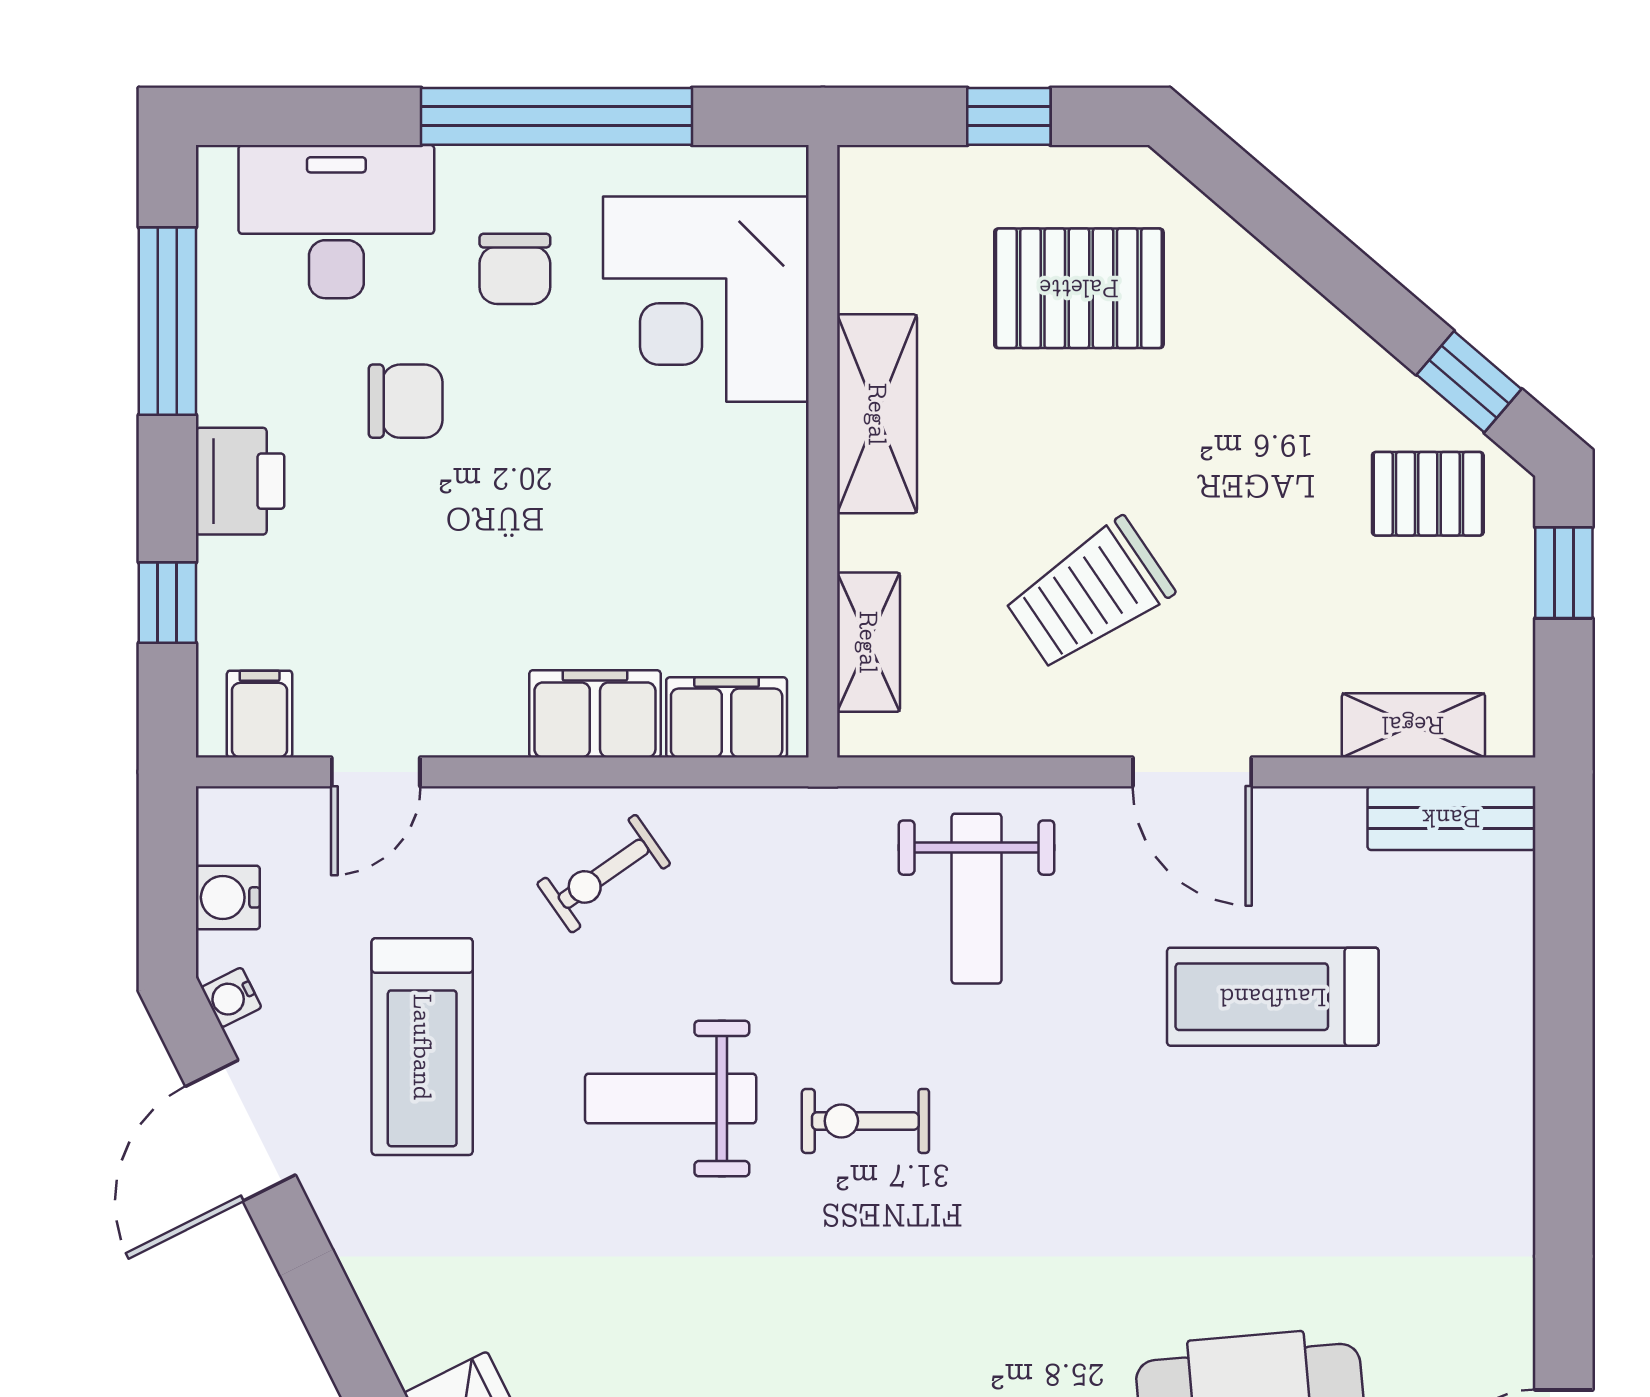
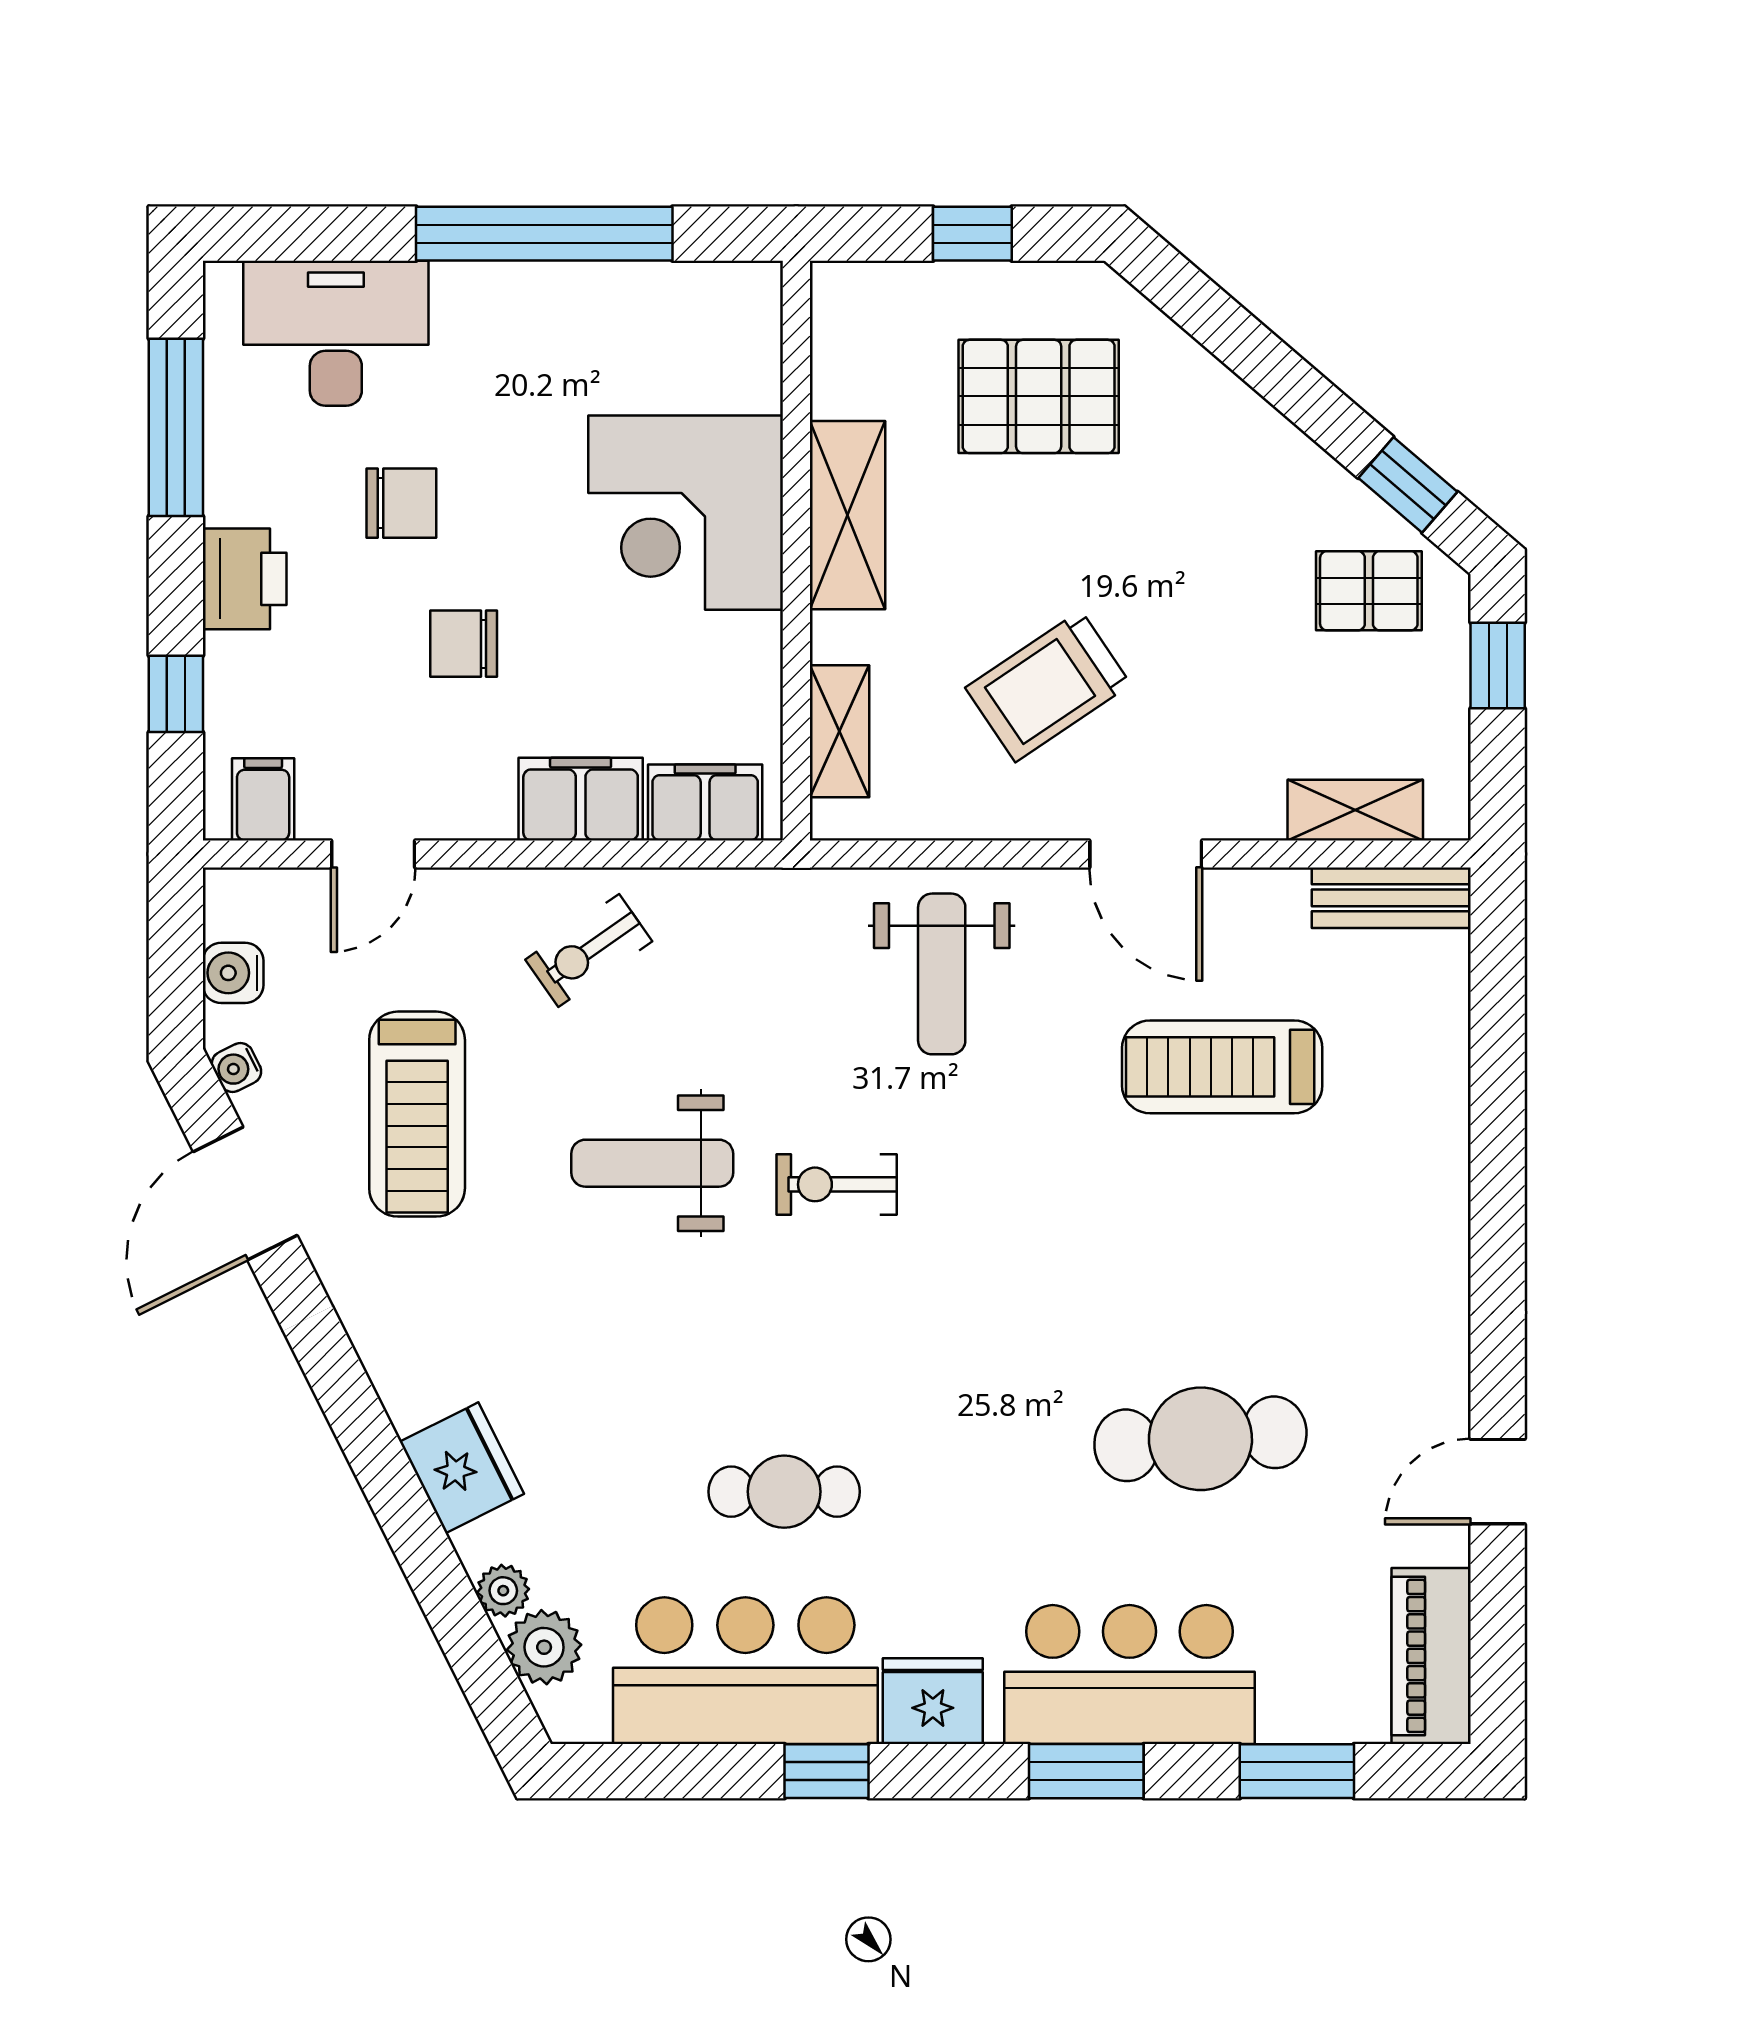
chair: (515, 269) -> (464, 644), moved, turned 90
corner desk: (706, 299) -> (686, 513), moved

